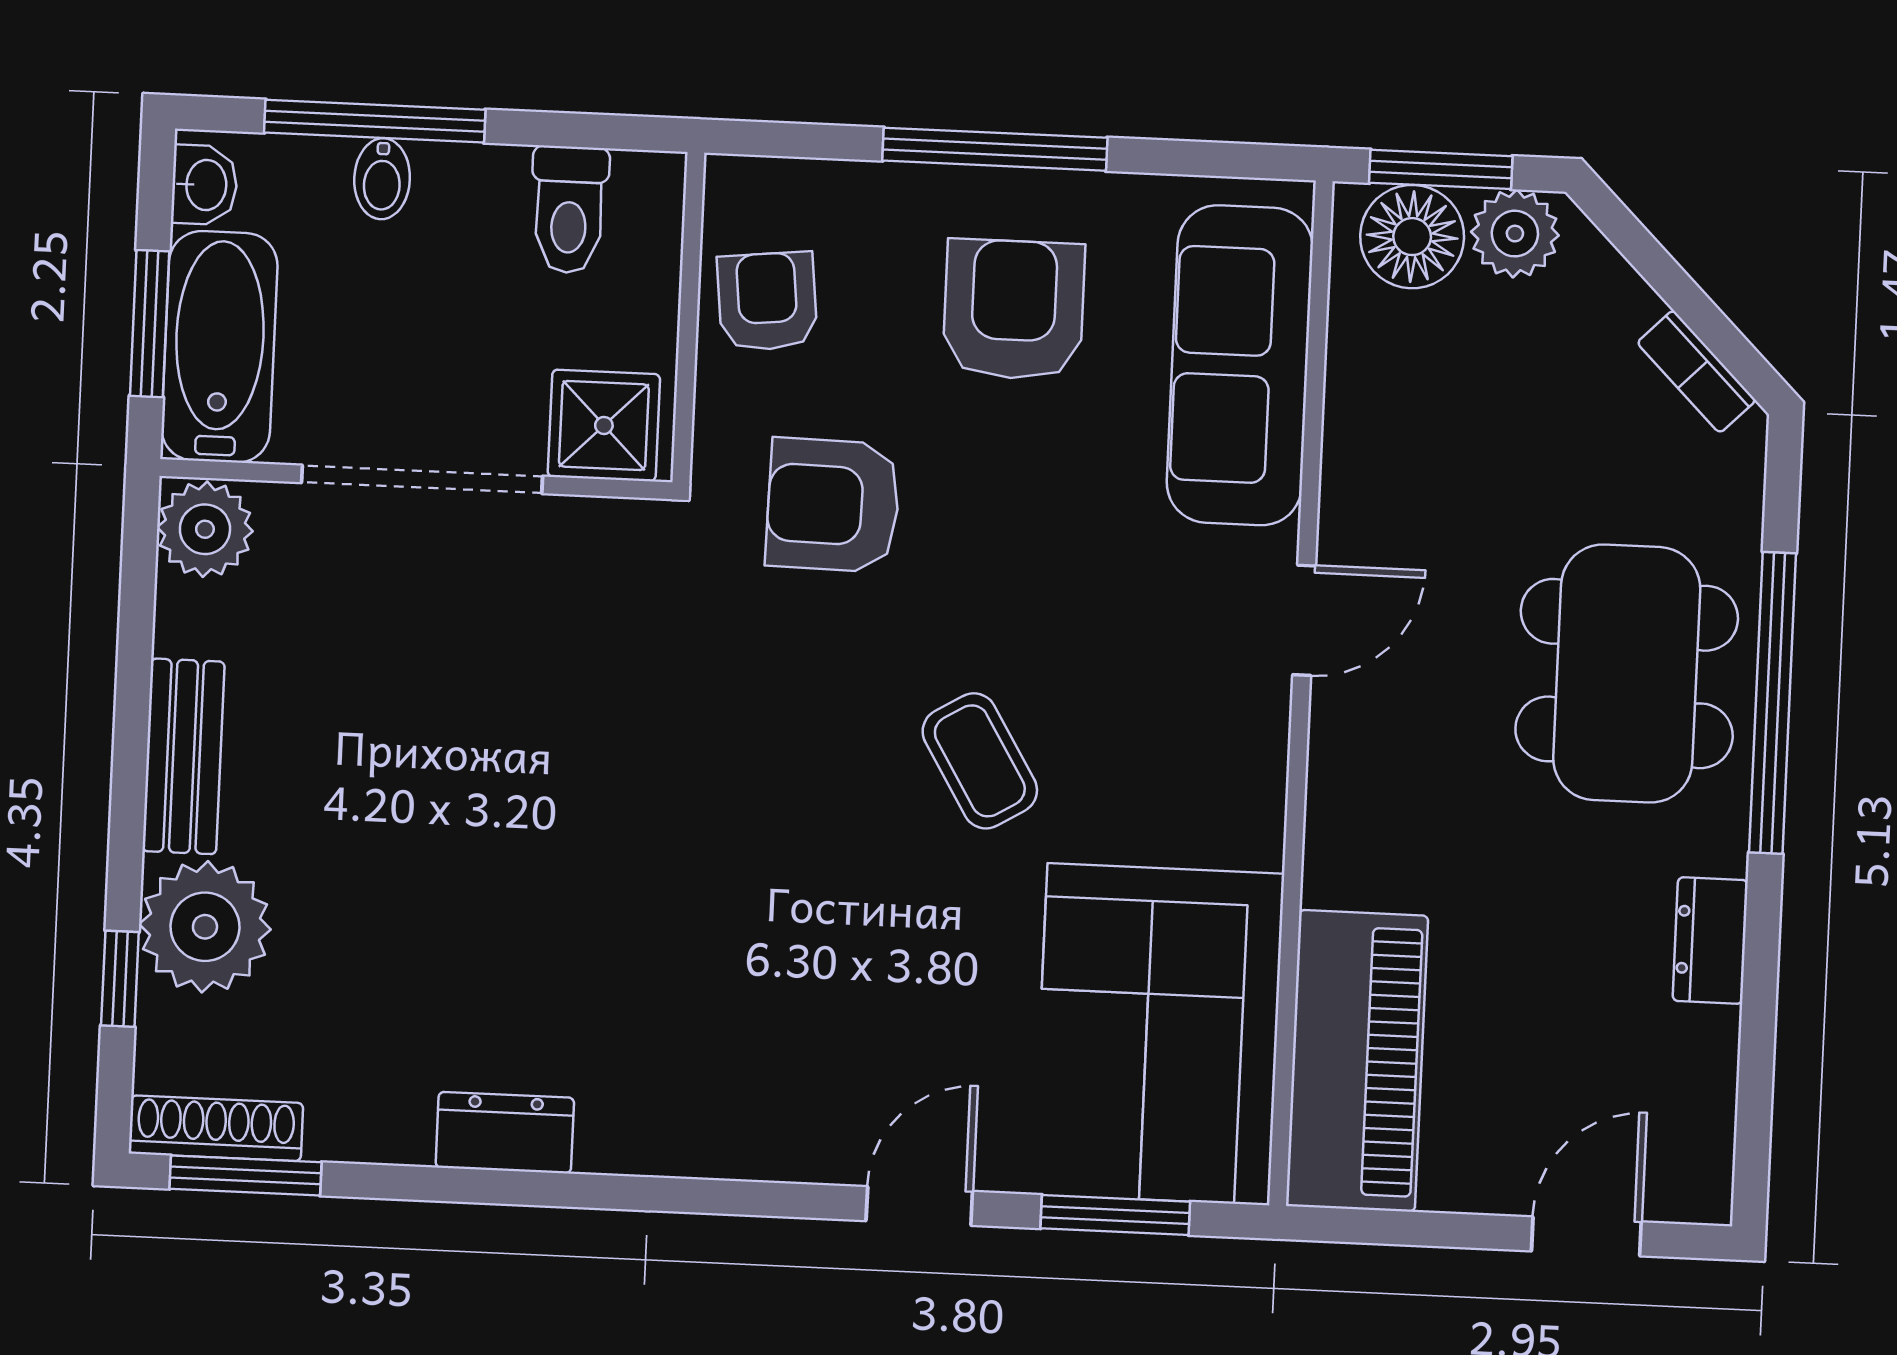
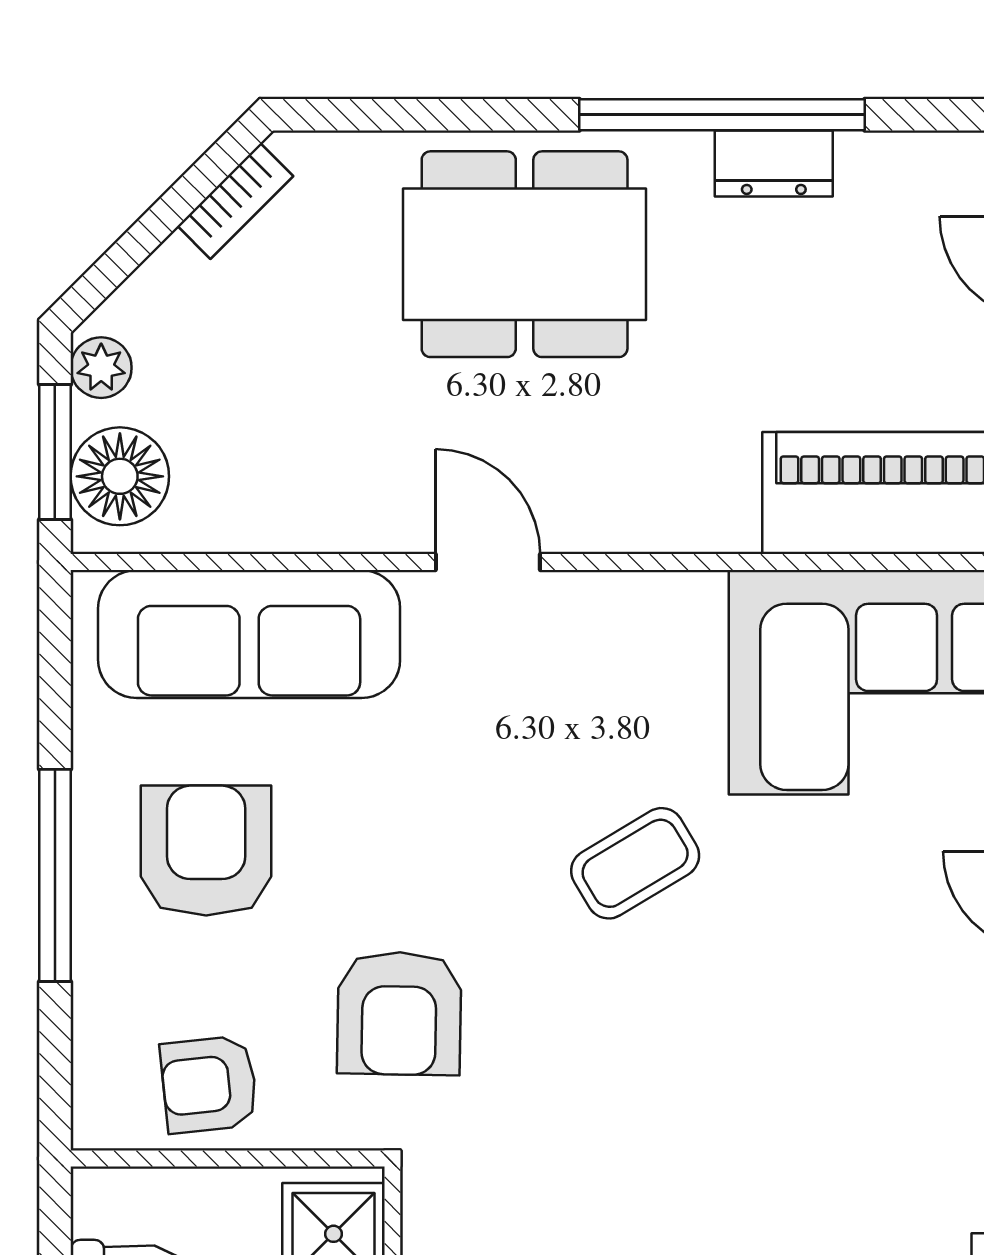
plant: (1515, 234) -> (101, 368), width x0.73, depth x0.73
armchair: (1014, 310) -> (206, 851), turned 90
window: (1773, 703) -> (722, 115), moved

